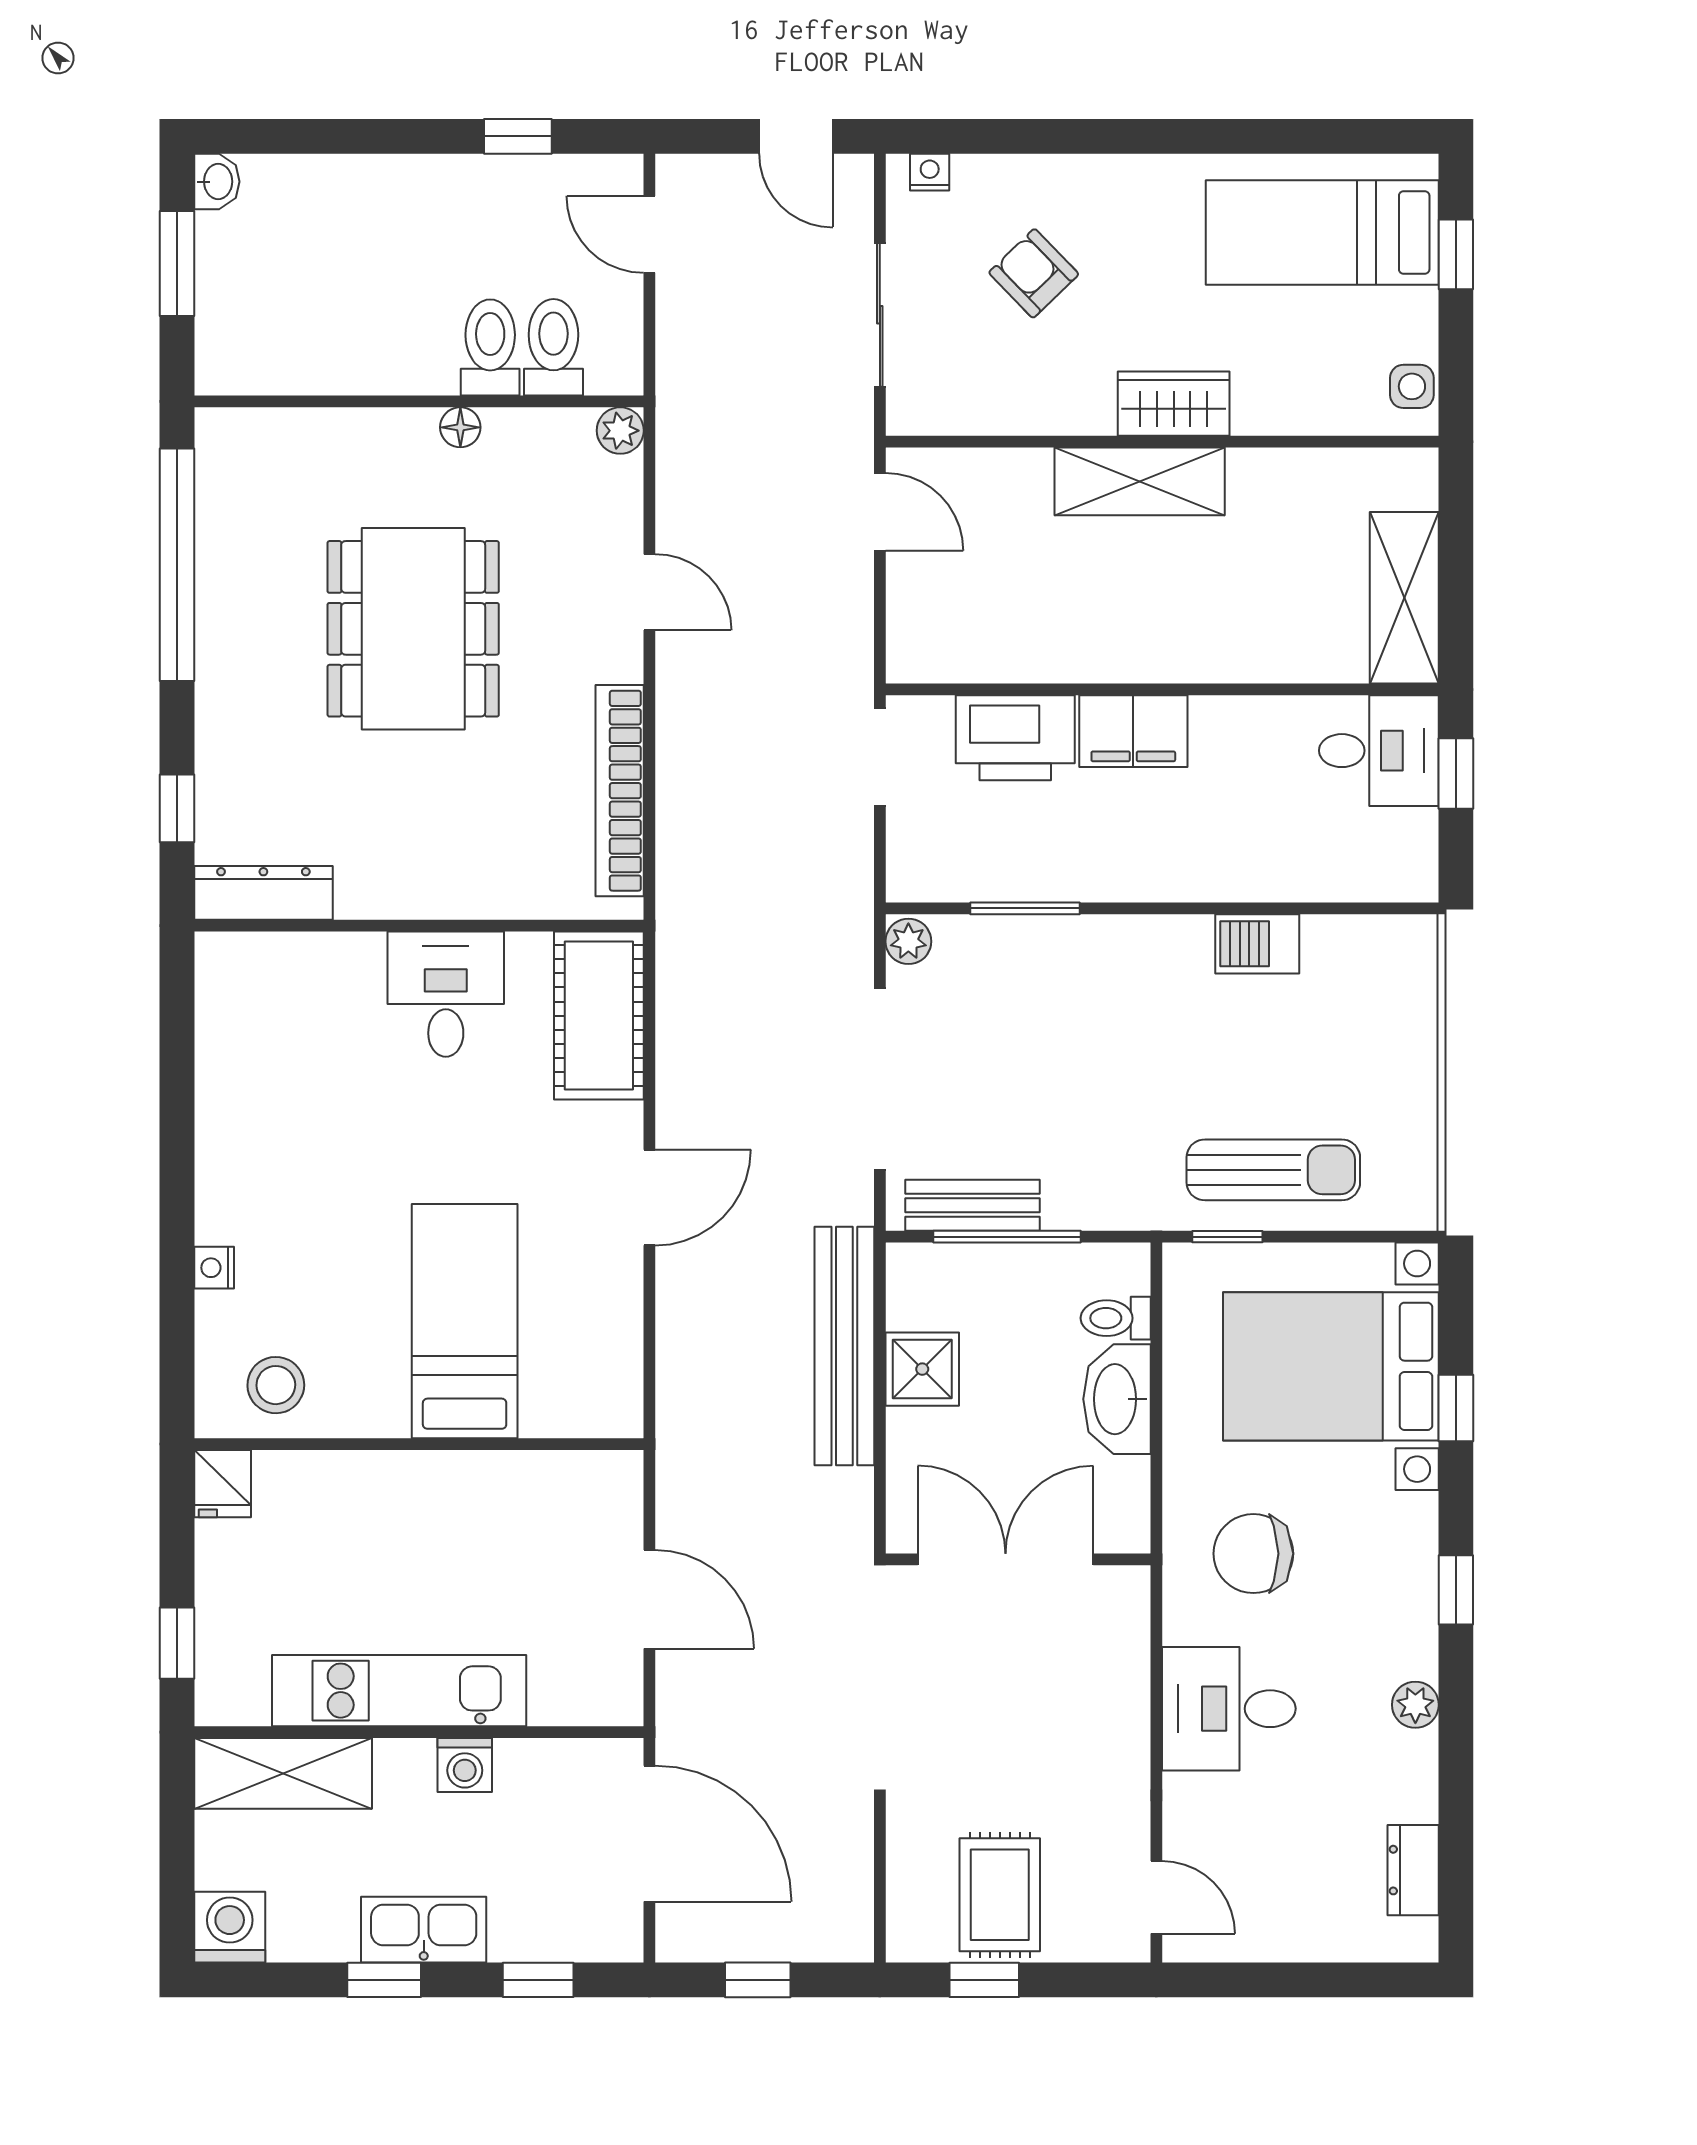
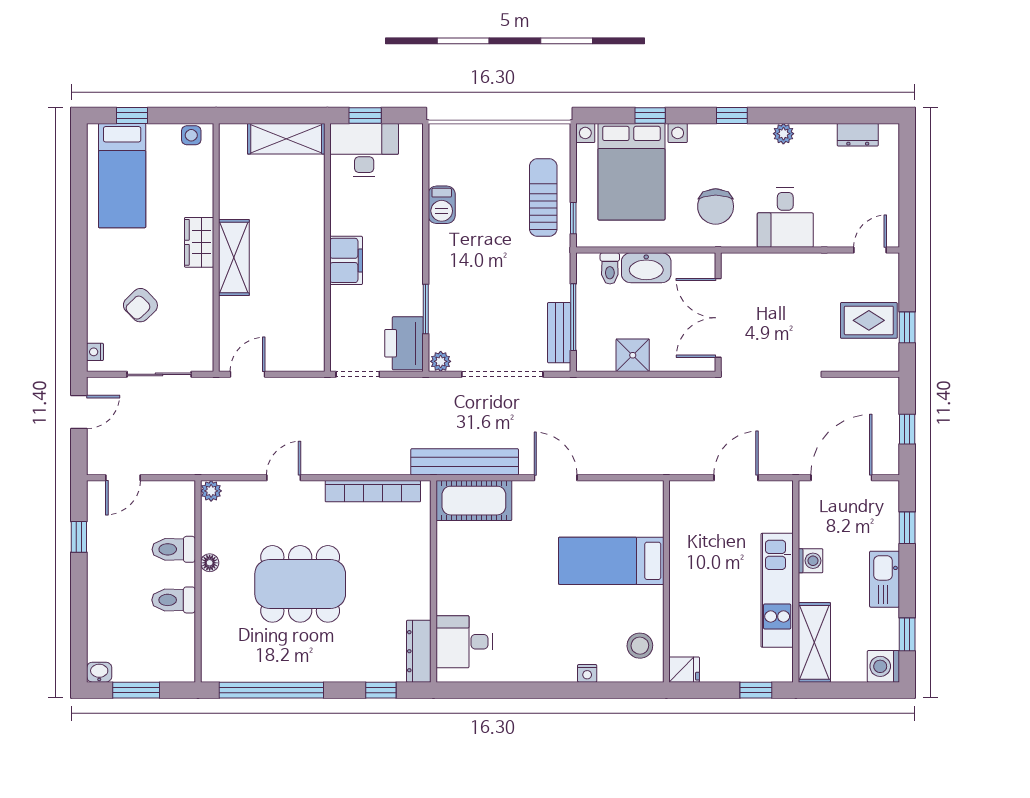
toilet: (553, 347) -> (174, 600), moved
printer: (1015, 738) -> (404, 343), moved, turned 180
desk: (1379, 751) -> (364, 150), width x1.37
desk: (446, 994) -> (464, 642), moved
bench: (844, 1346) -> (465, 462), moved
window: (384, 1980) -> (907, 634), moved

